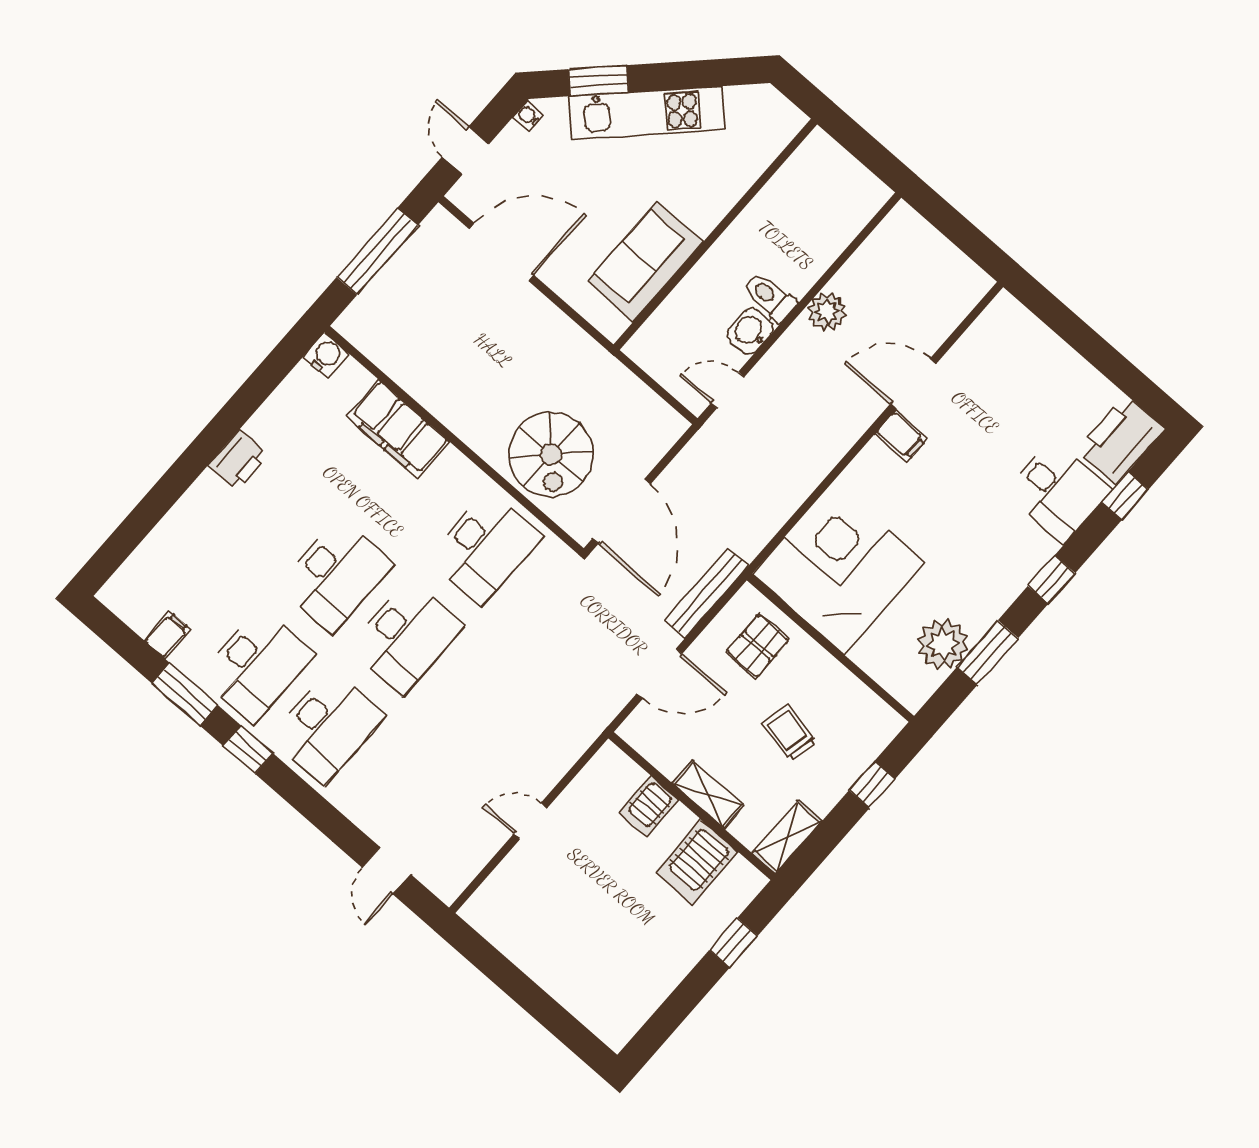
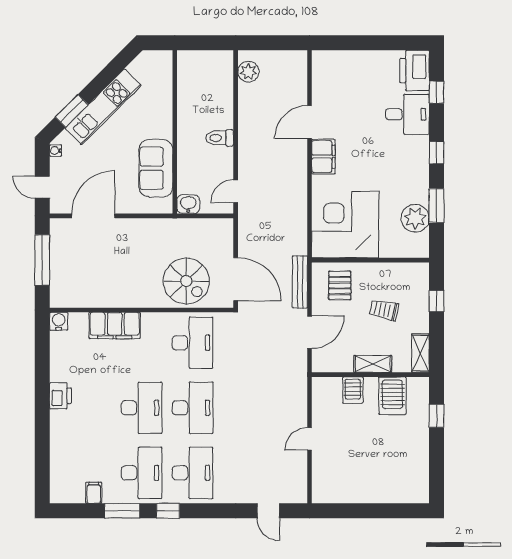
plant: (827, 312) -> (248, 72), moved
washbasin: (750, 331) -> (188, 204), moved, turned 90
filing cabinet: (901, 436) -> (323, 157), width x2.00

